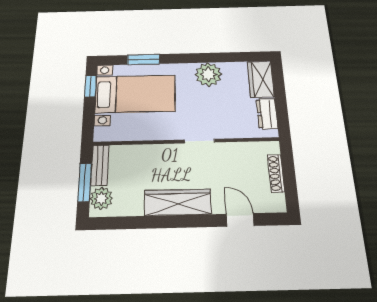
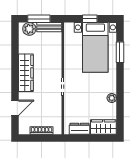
plant: (208, 74) -> (112, 98), width x0.53, depth x0.53
window: (91, 86) -> (90, 19), moved

